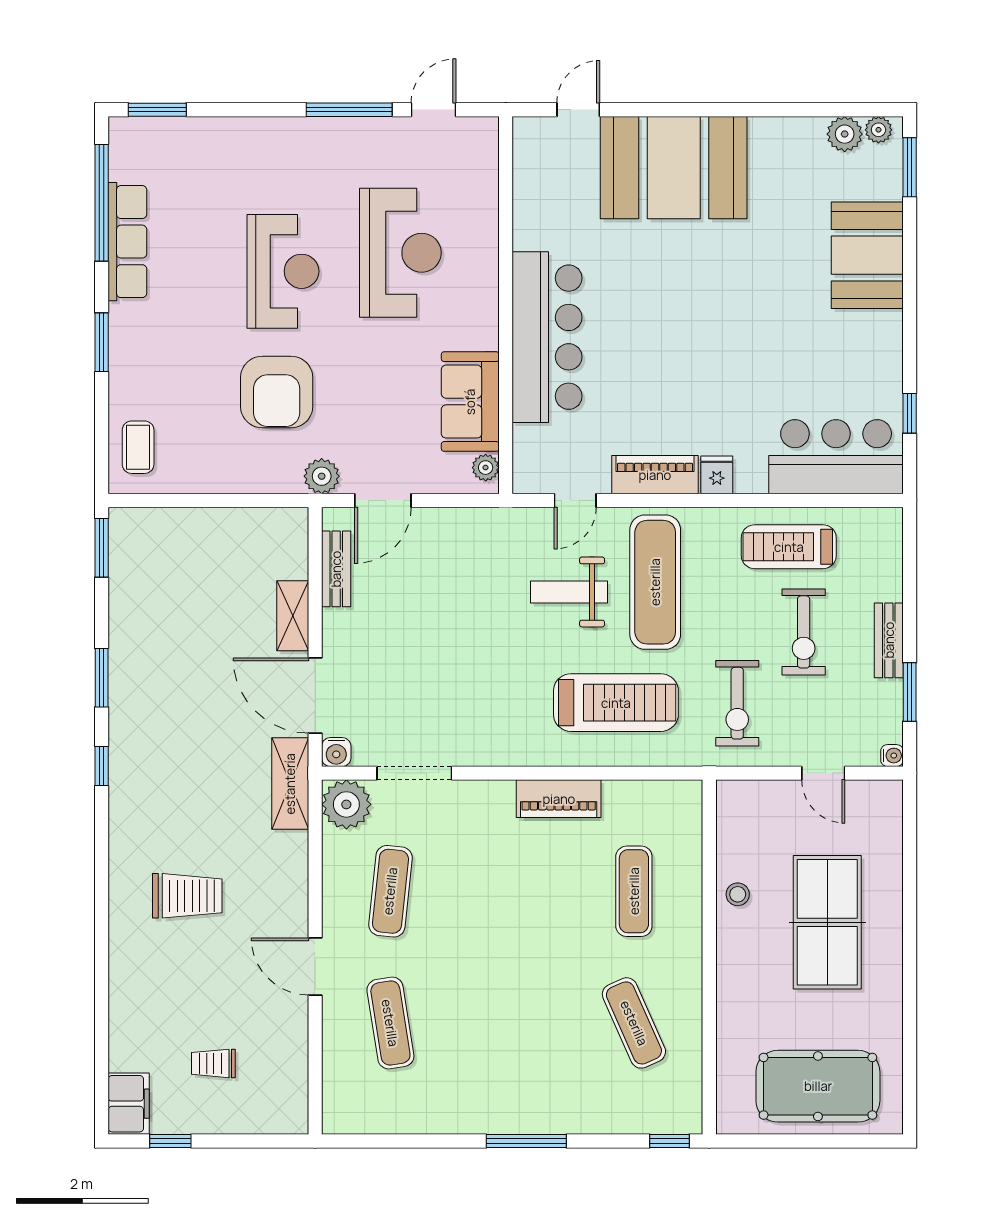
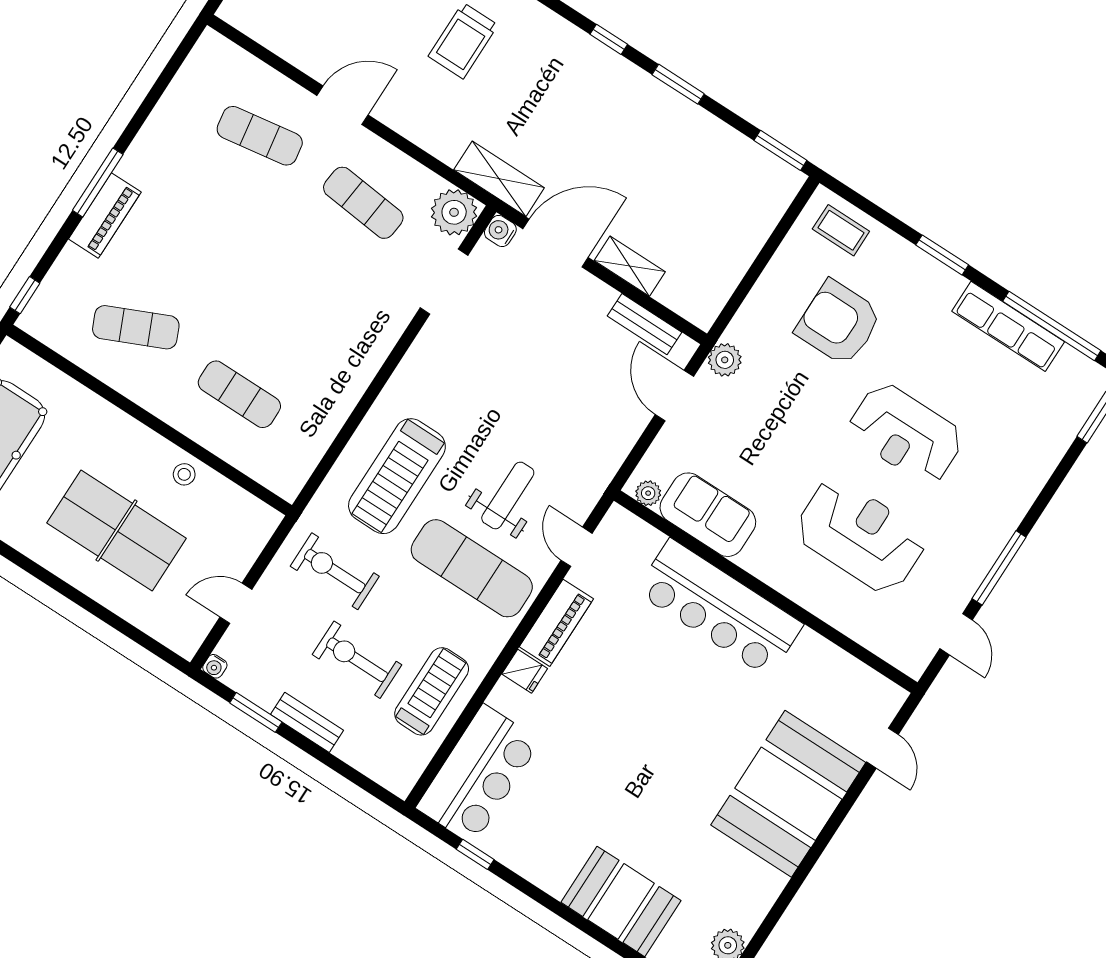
reception desk: (400, 253) -> (860, 535), turned 180
armchair: (277, 392) -> (839, 323), moved
piano: (559, 799) -> (105, 215), moved, turned 180

